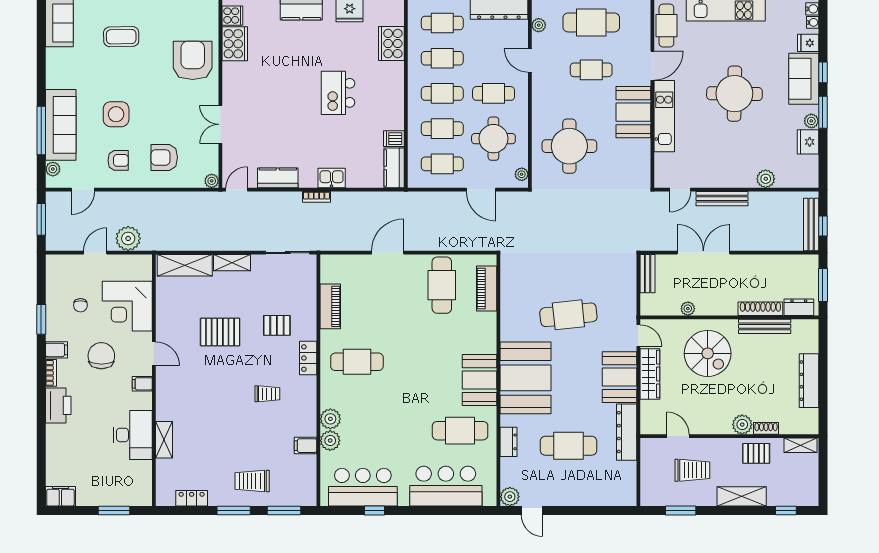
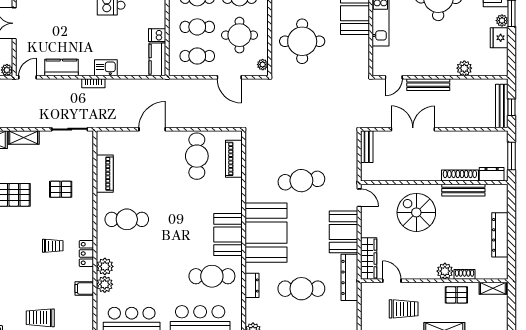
plant: (688, 309) -> (400, 175), removed
spiral stairs: (708, 353) -> (416, 212), turned 180
locker: (308, 358) -> (86, 254), moved
wardrobe: (650, 374) -> (369, 258), moved

